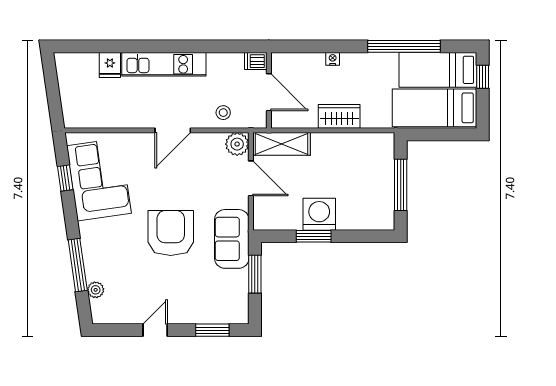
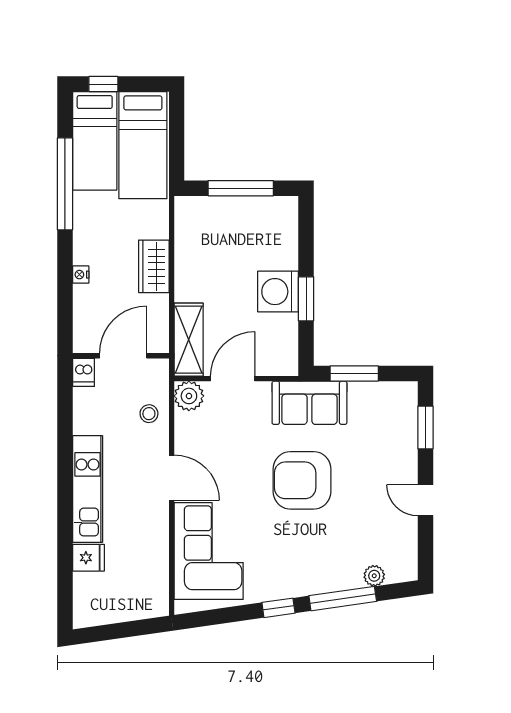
window: (65, 178) -> (278, 608), moved
corner sofa: (99, 179) -> (209, 551), moved, turned 98

